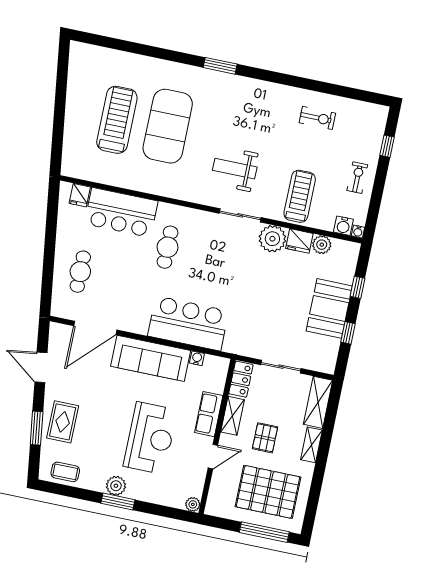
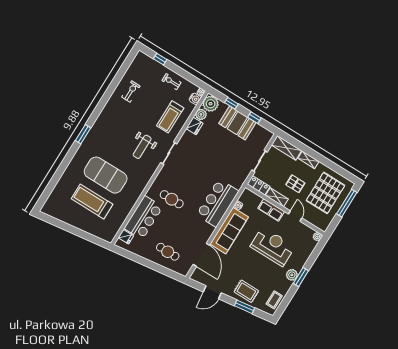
treadmill: (300, 196) -> (170, 117), turned -90
plant: (272, 239) -> (211, 104), moved

